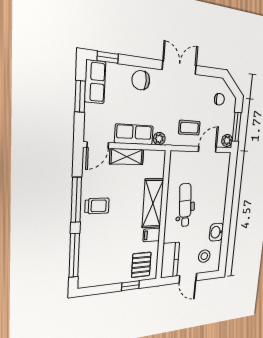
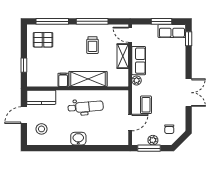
chair: (141, 80) -> (176, 63), removed
plant: (227, 140) -> (153, 140), moved
door: (207, 149) -> (130, 123), hinge flipped
trolley: (97, 206) -> (93, 45), moved
washbasin: (216, 232) -> (78, 139), moved
pallet: (141, 265) -> (43, 40), moved

